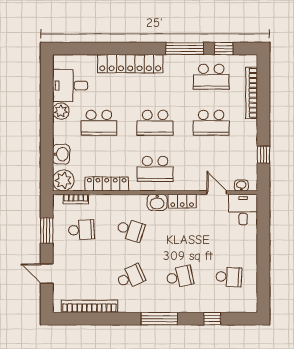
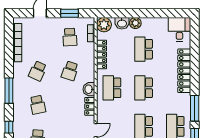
desk: (70, 86) -> (179, 29), moved
plant: (61, 111) -> (135, 23), moved
school desk: (130, 277) -> (38, 71), turned 48

